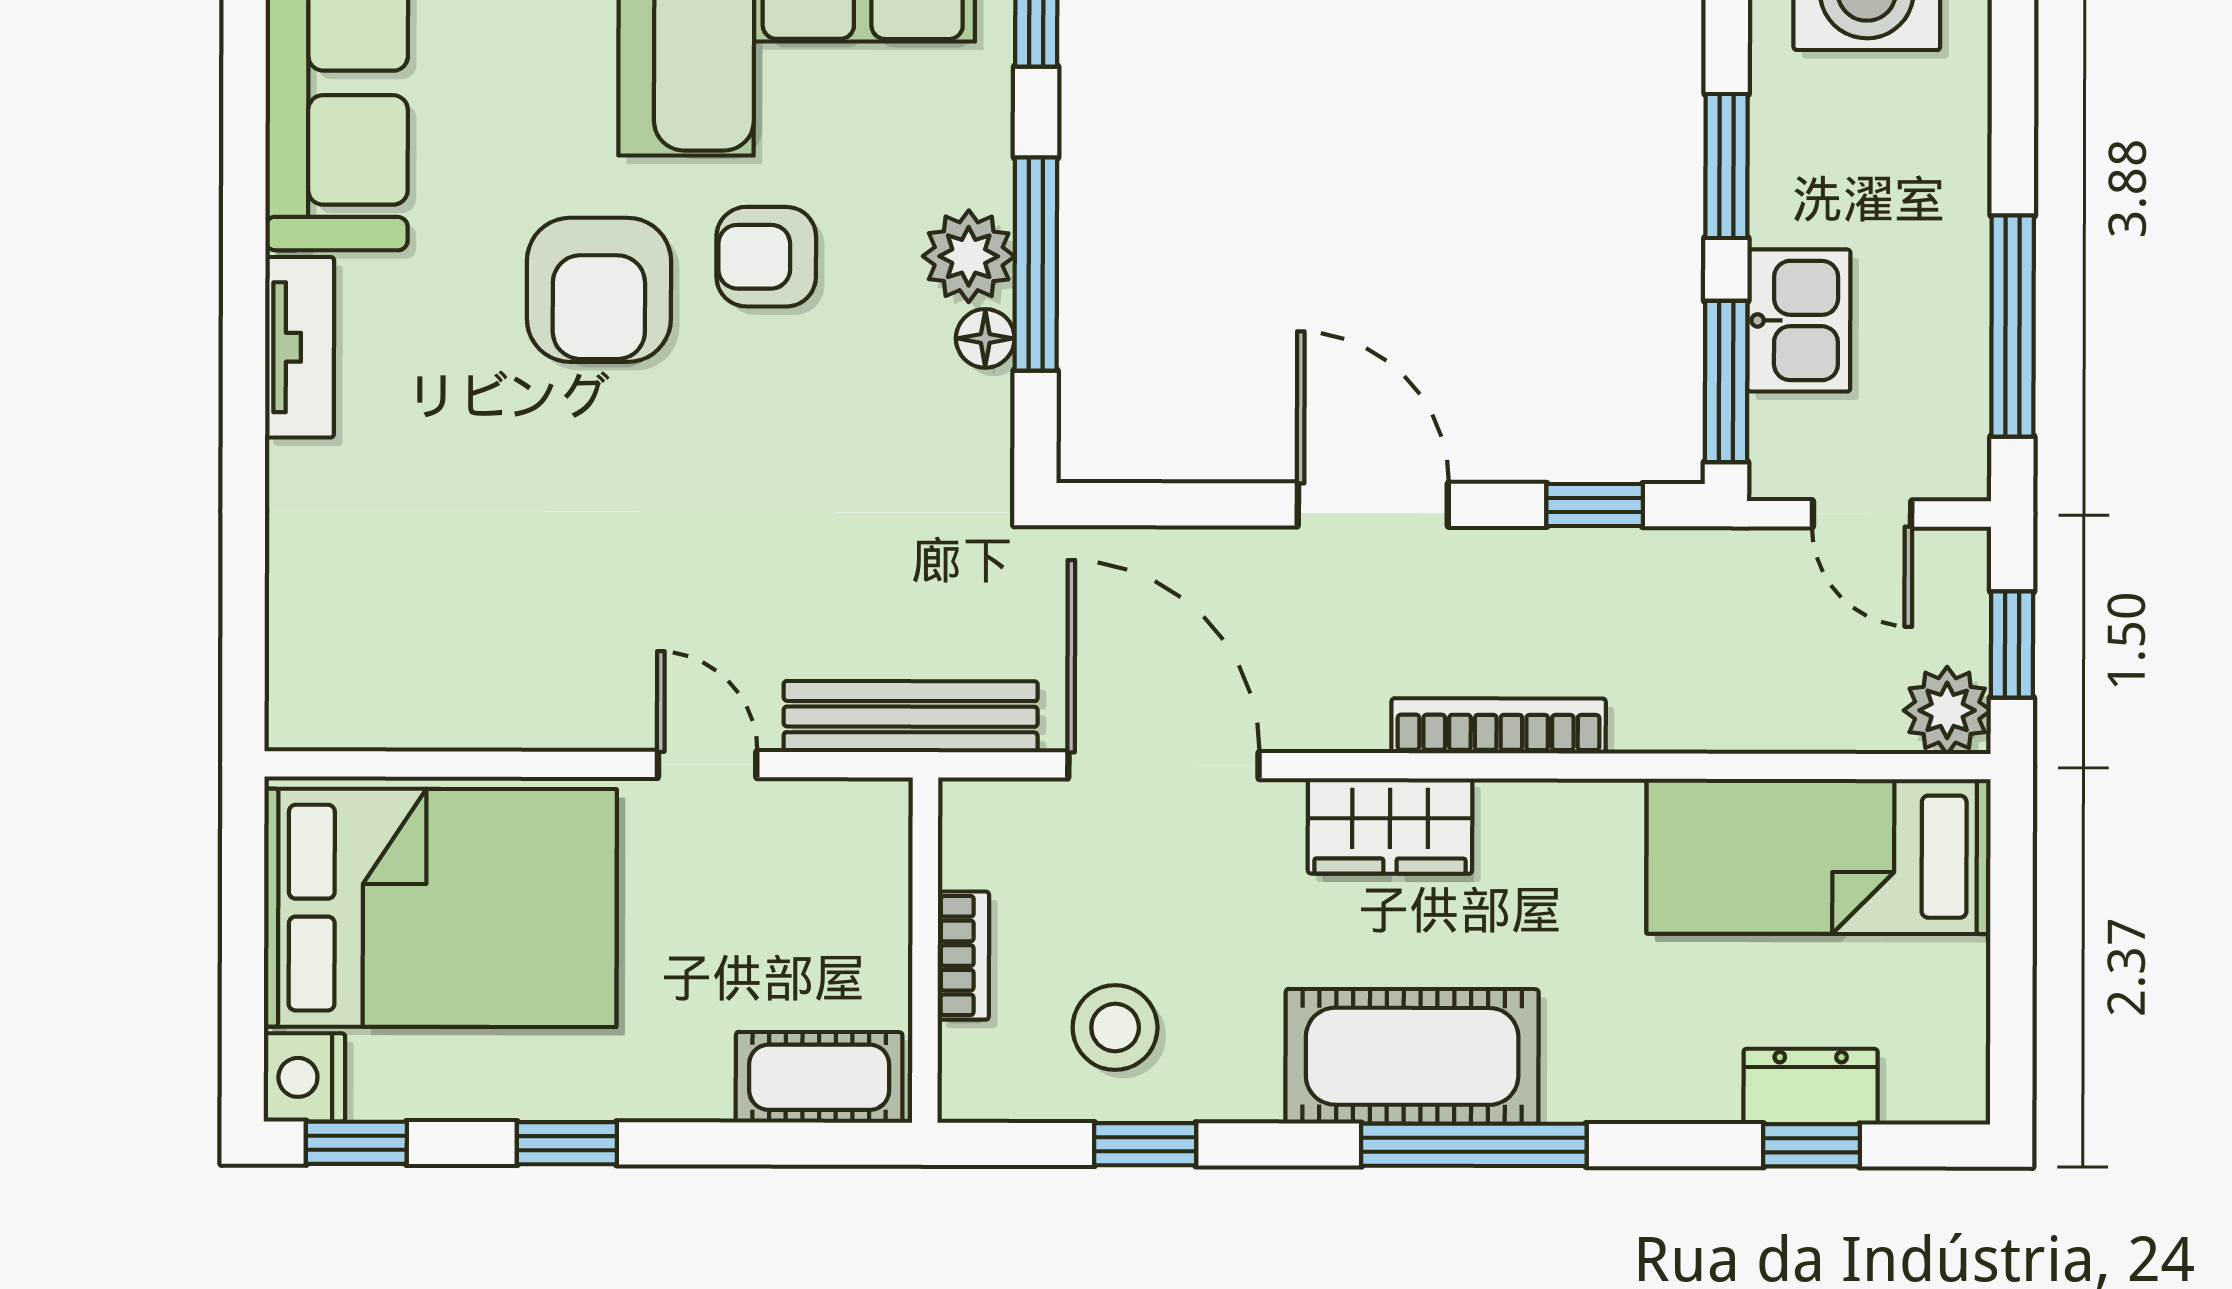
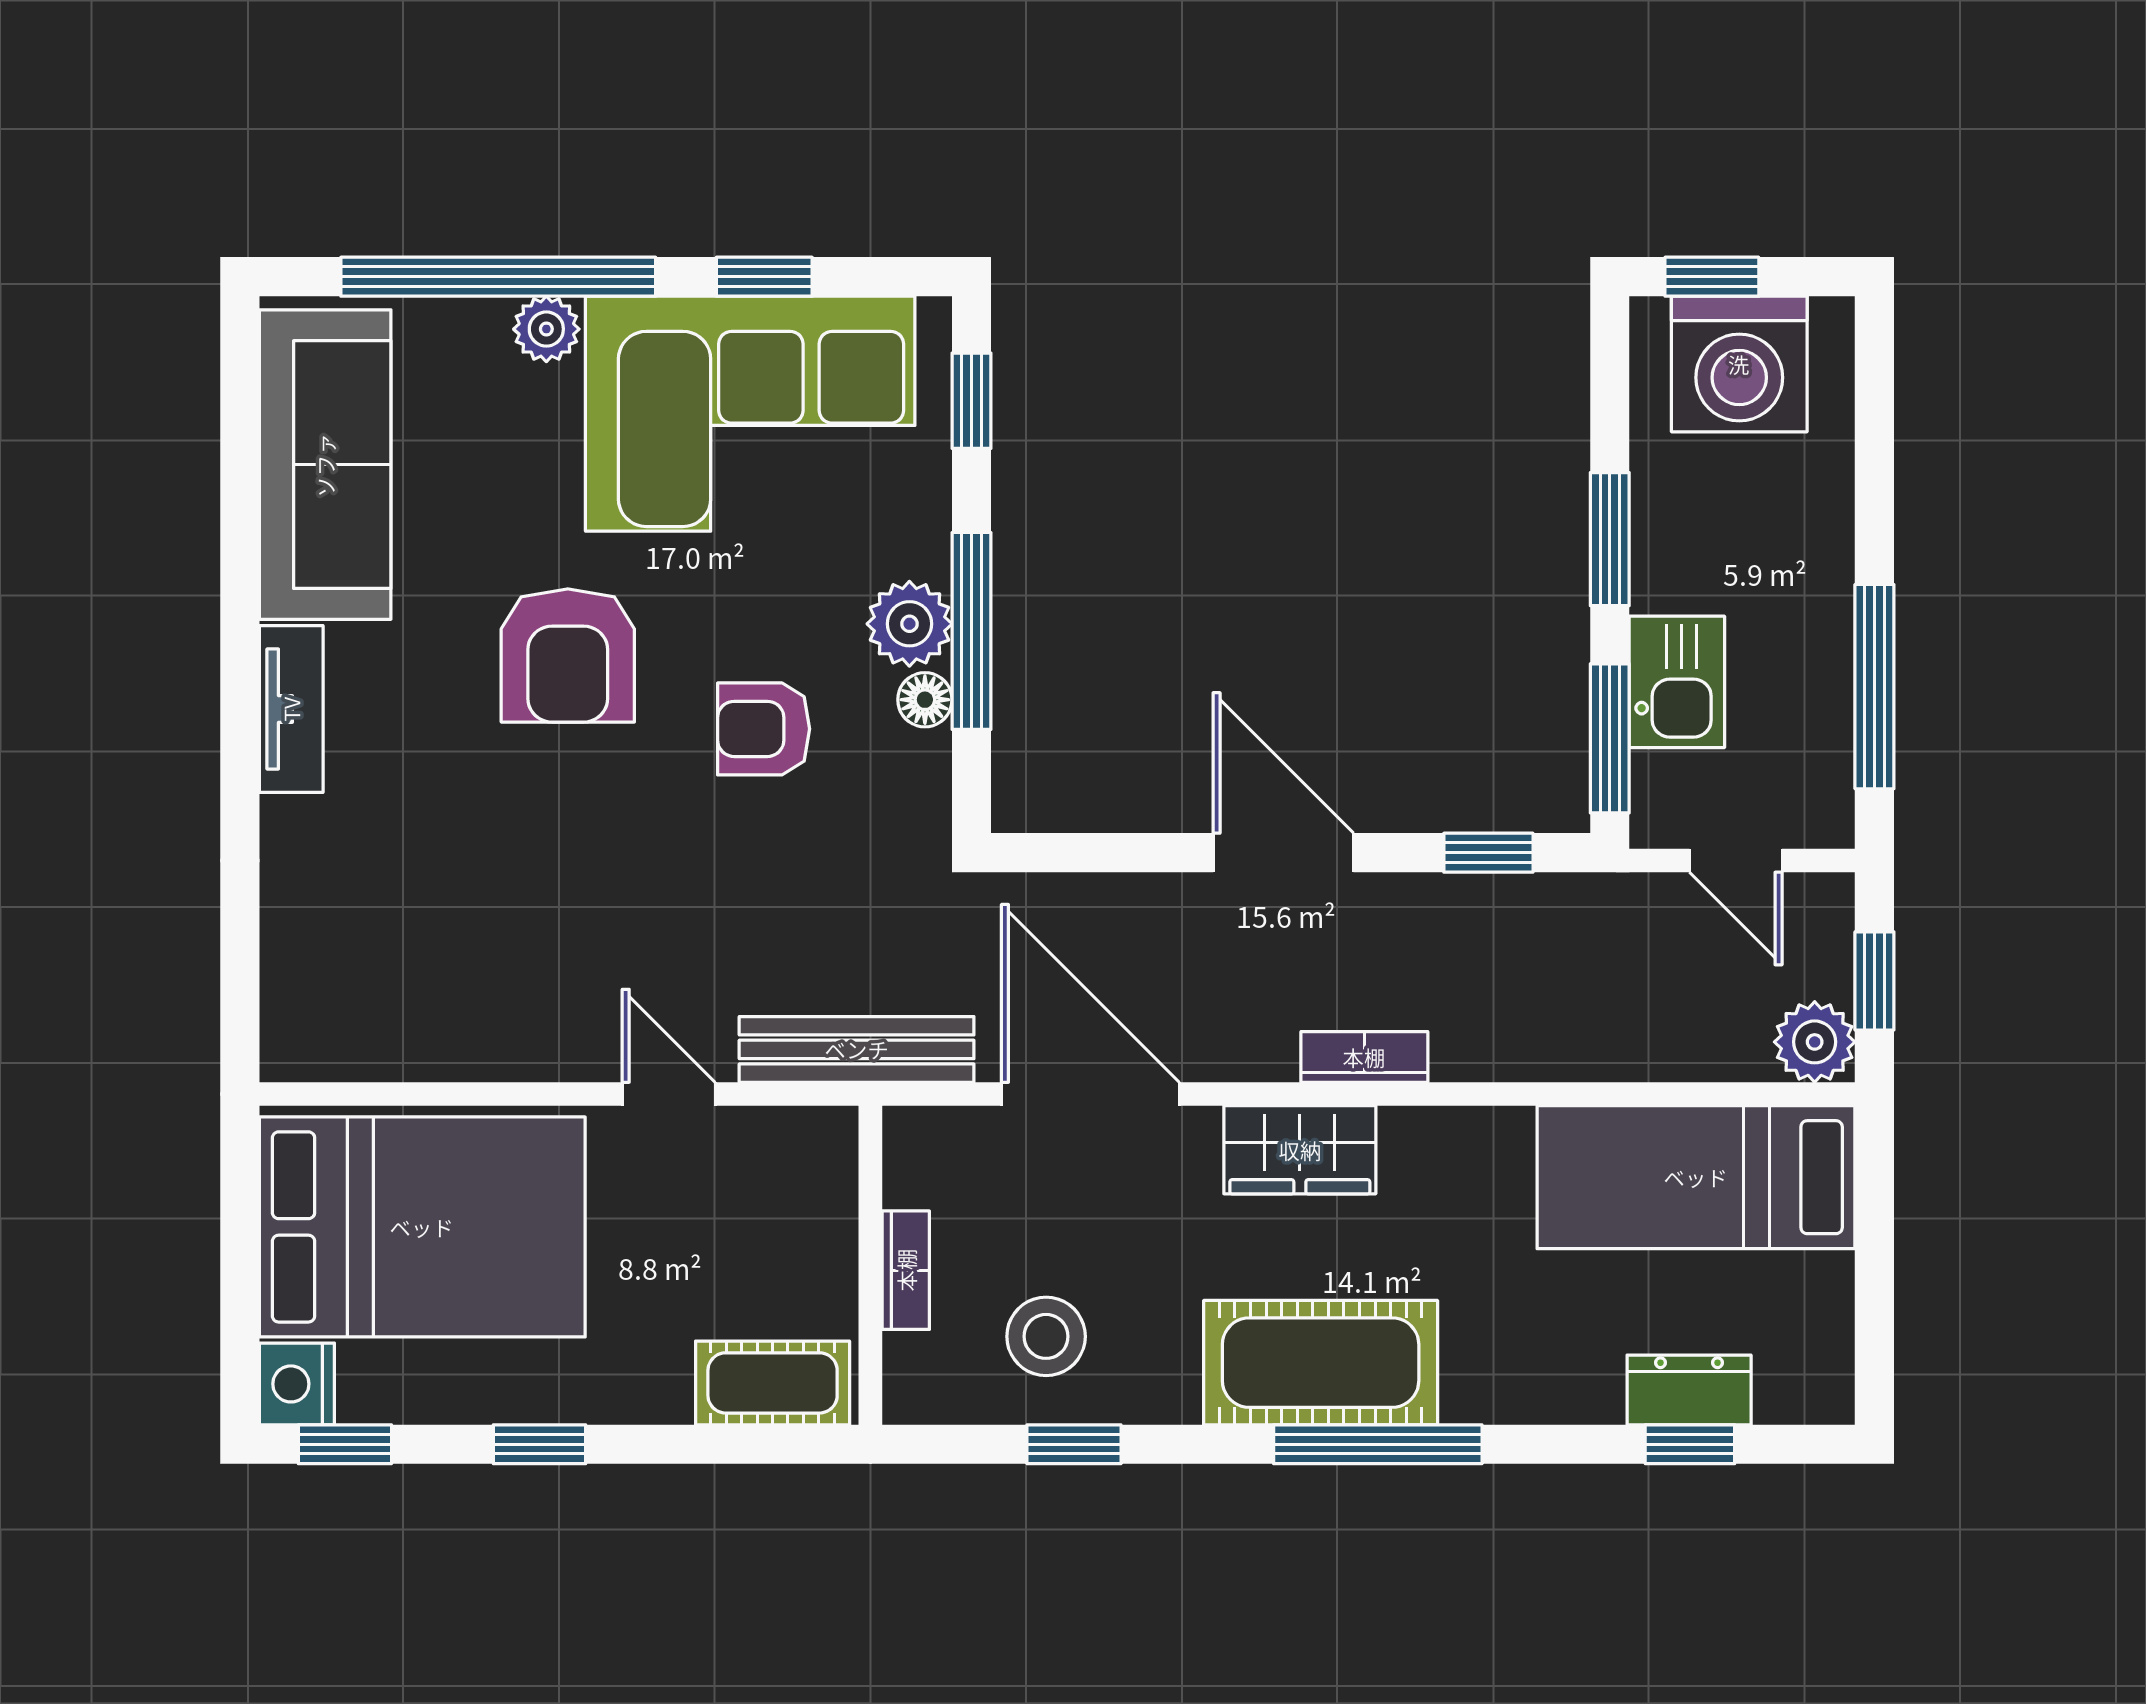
armchair: (766, 257) -> (764, 729), moved
bookcase: (1499, 726) -> (1364, 1057), width x0.64

